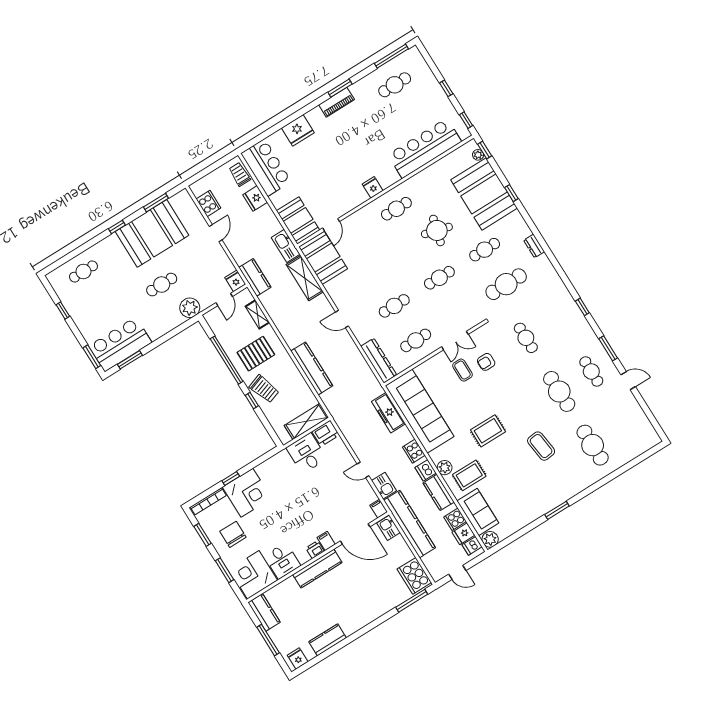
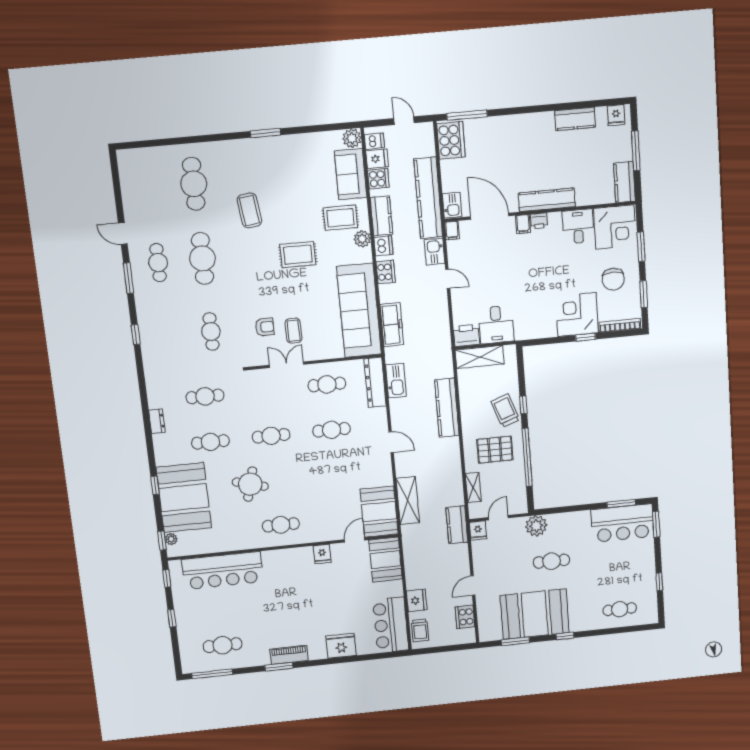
fridge: (373, 187) -> (322, 554), moved
kitchen sink: (286, 246) -> (396, 381), moved
cafe table: (506, 284) -> (205, 396), width x0.73, depth x0.74

